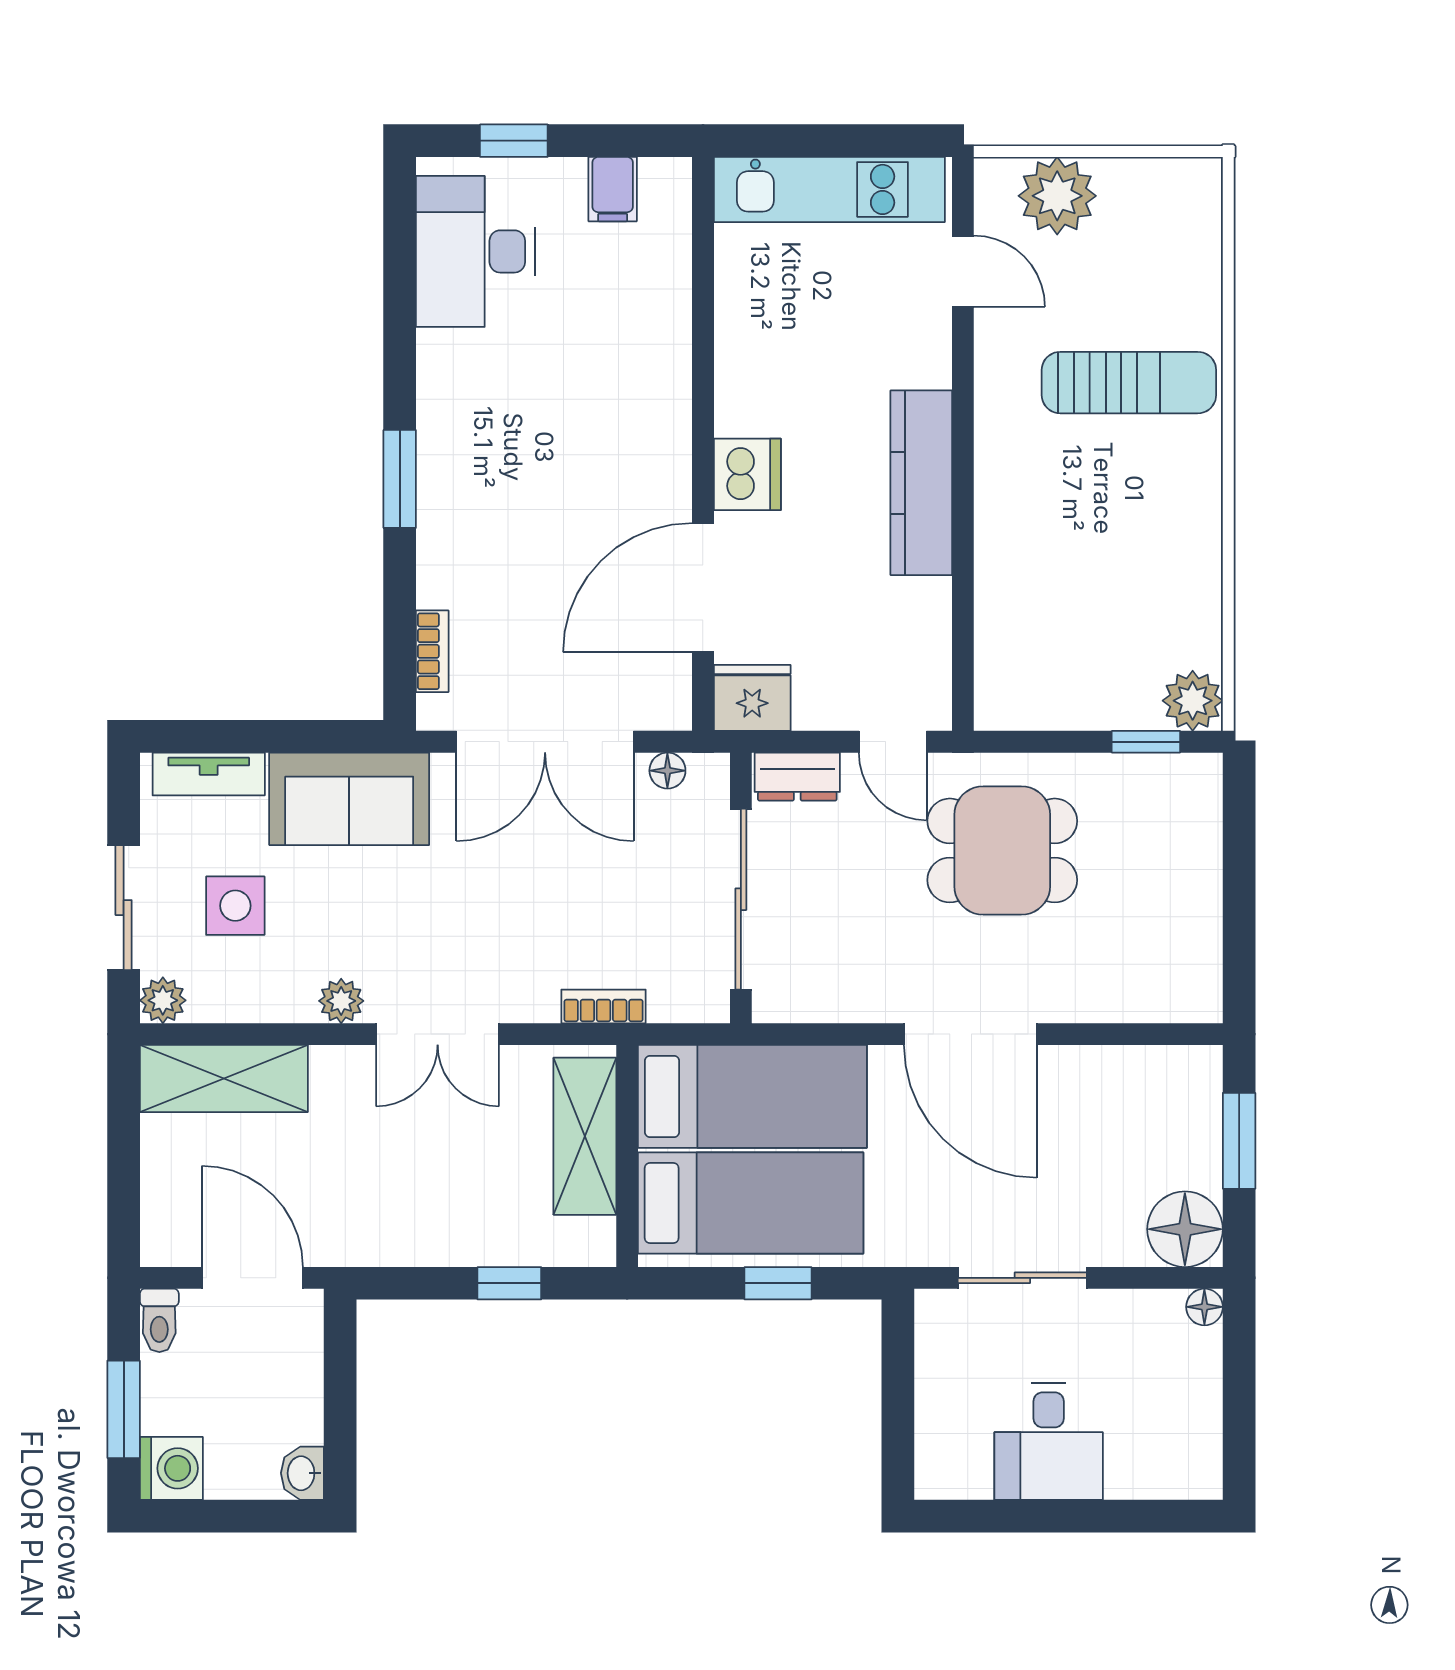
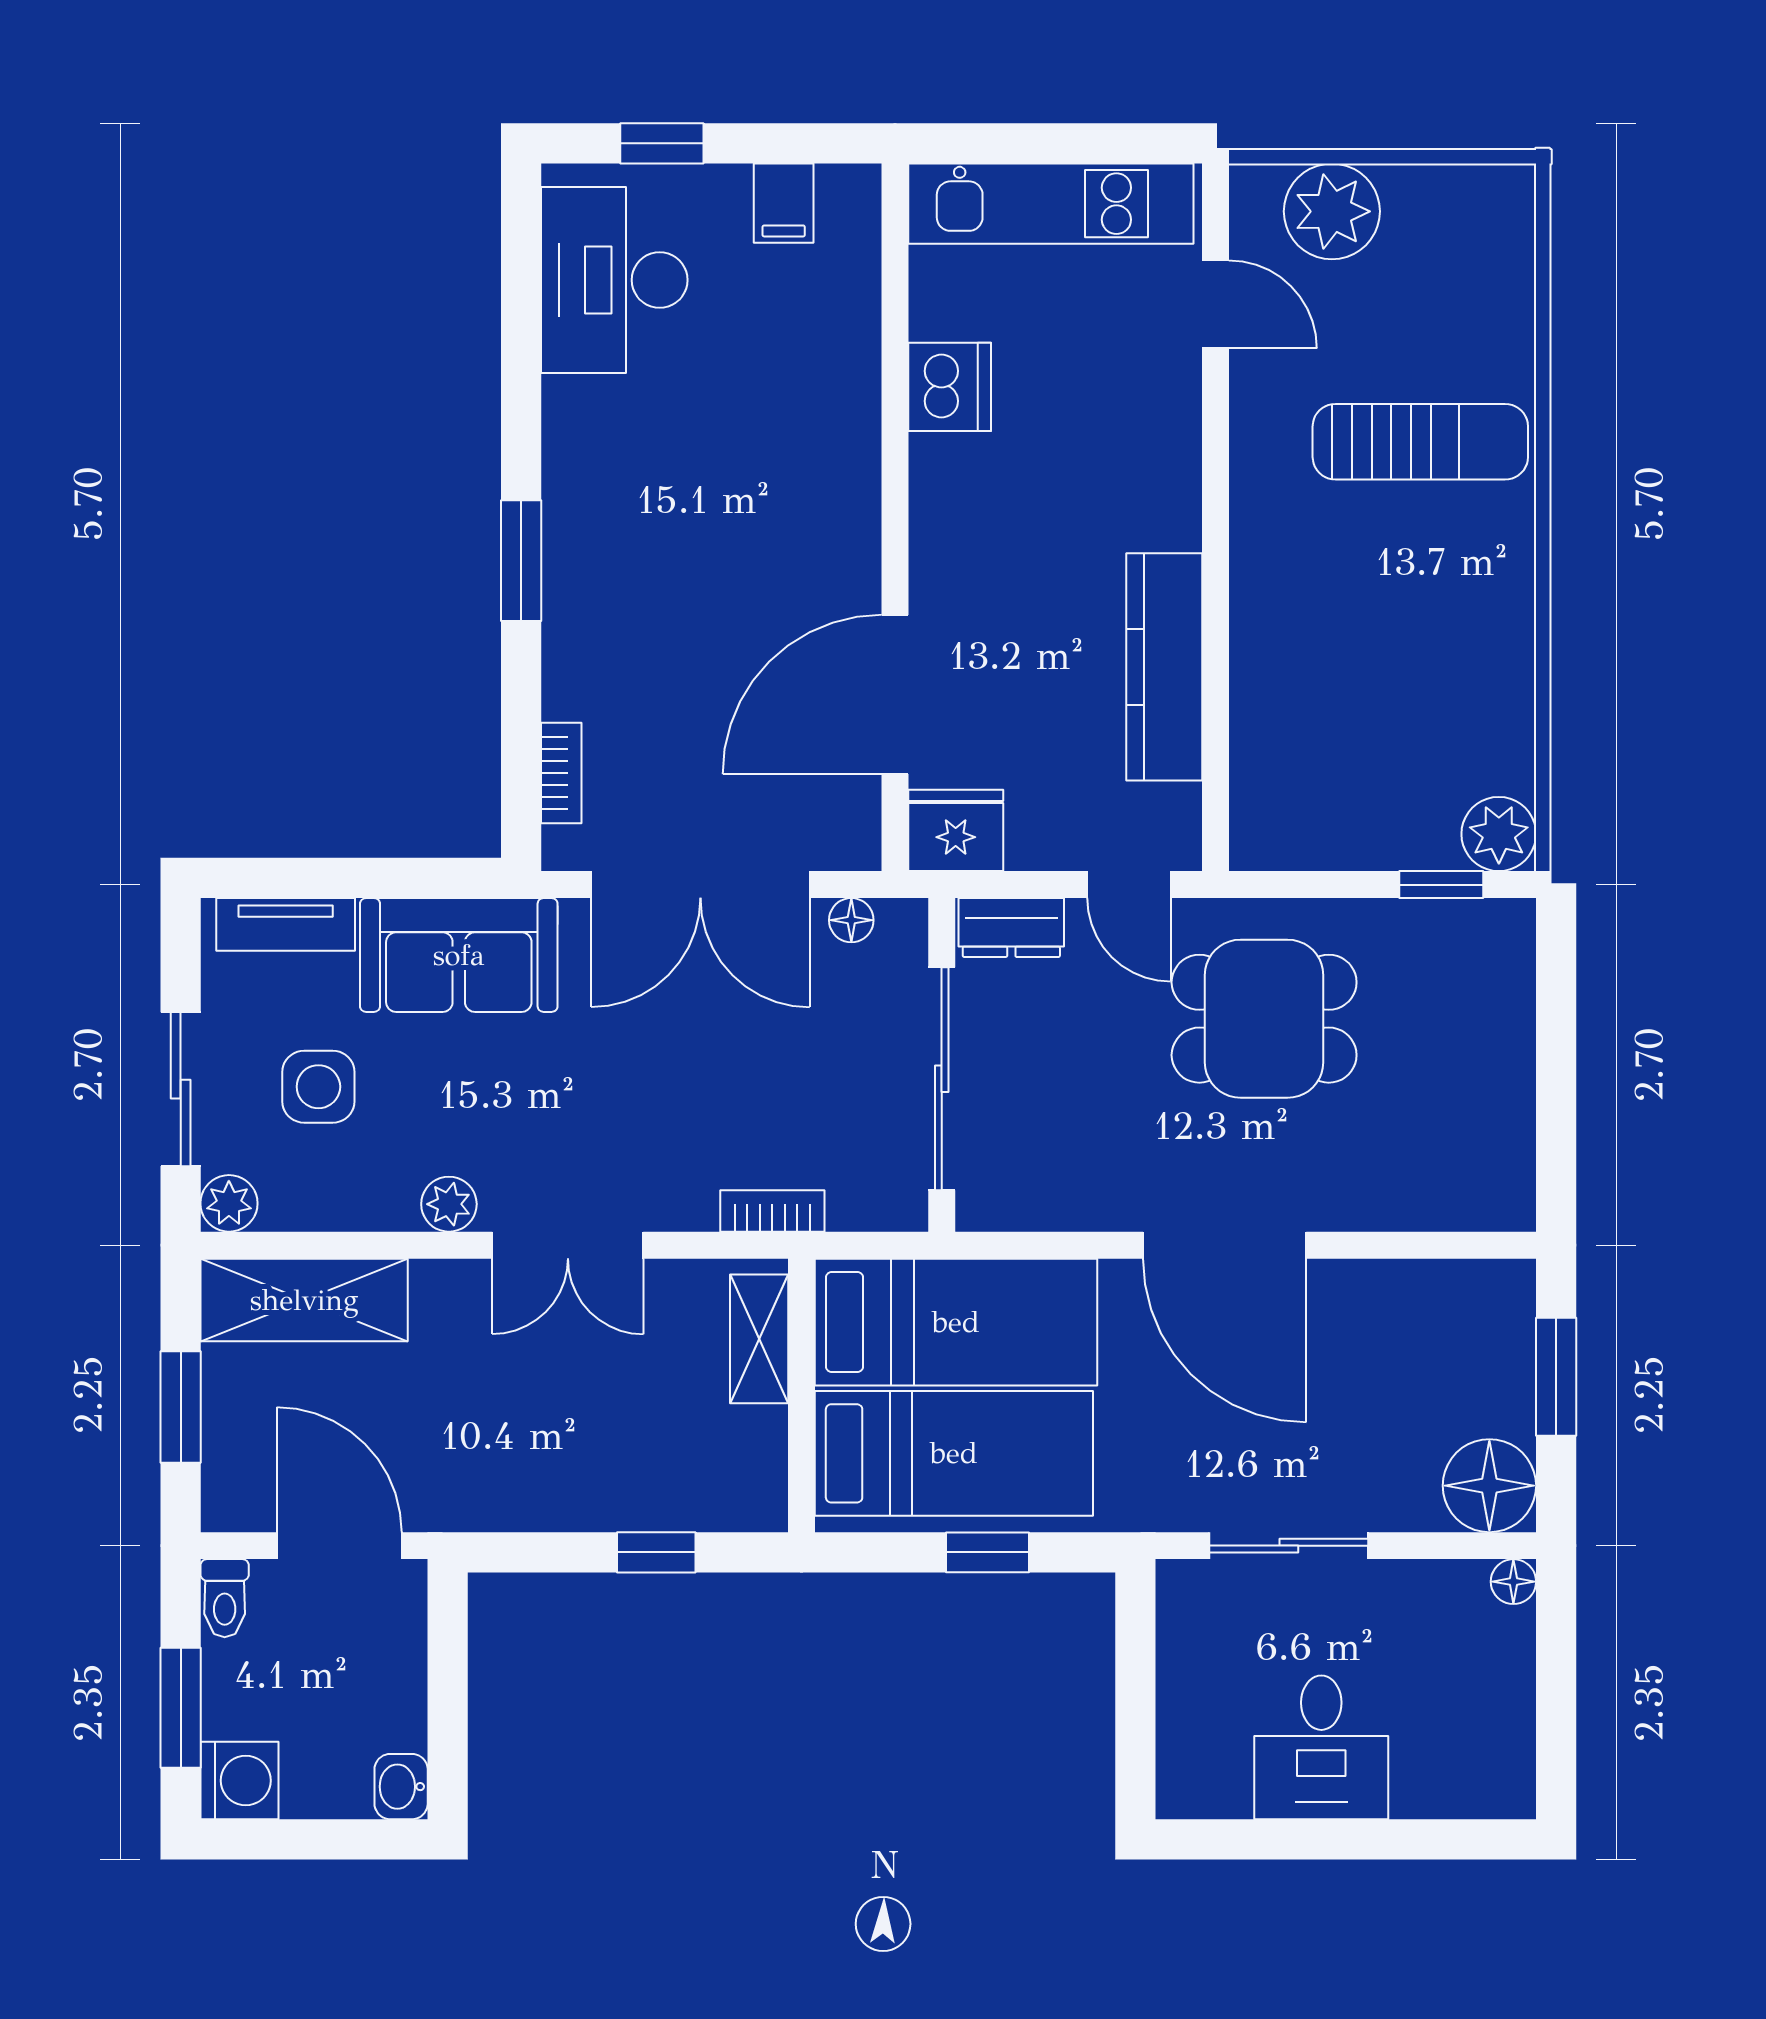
dishwasher: (747, 474) -> (950, 387), moved
kitchen counter: (921, 483) -> (1164, 667), moved
shelving: (585, 1136) -> (759, 1339), width x0.67, depth x0.75
window: (124, 1165) -> (181, 1407), added

